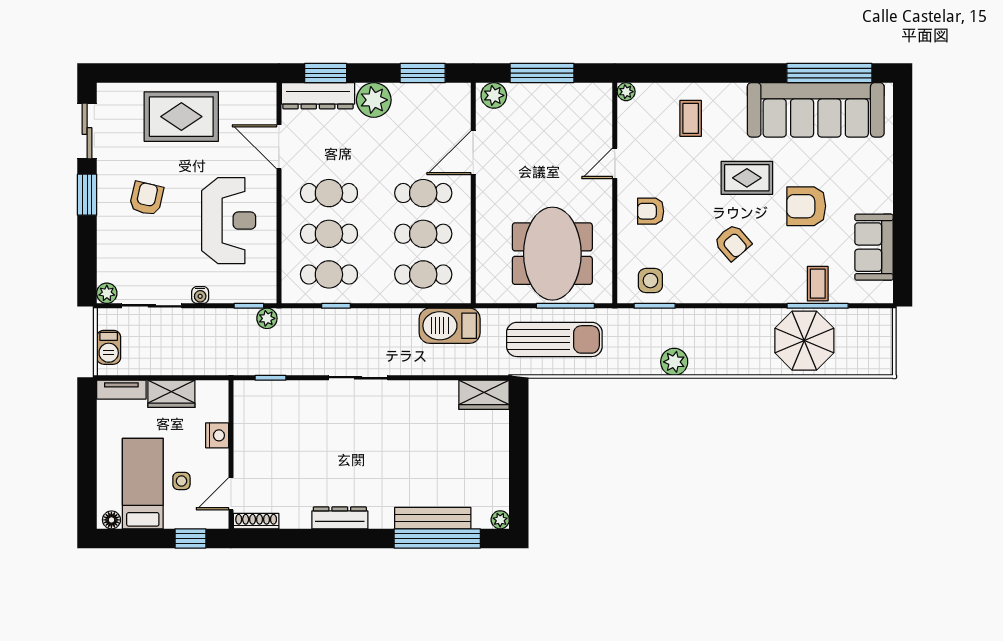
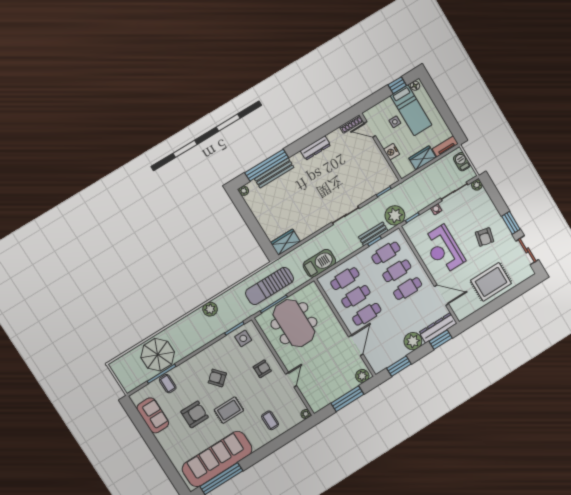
plant: (267, 318) -> (395, 215), width x1.88, depth x1.88
bench: (331, 319) -> (373, 234), added
door: (231, 494) -> (370, 129), swing flipped
window: (190, 538) -> (397, 85), moved

